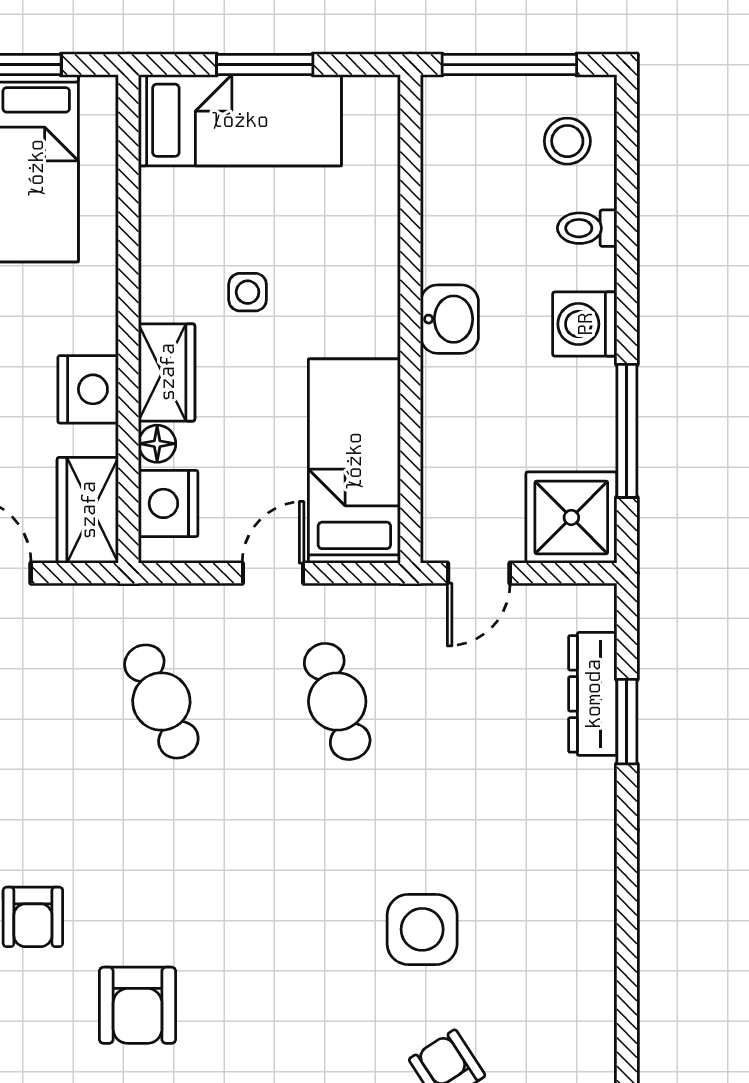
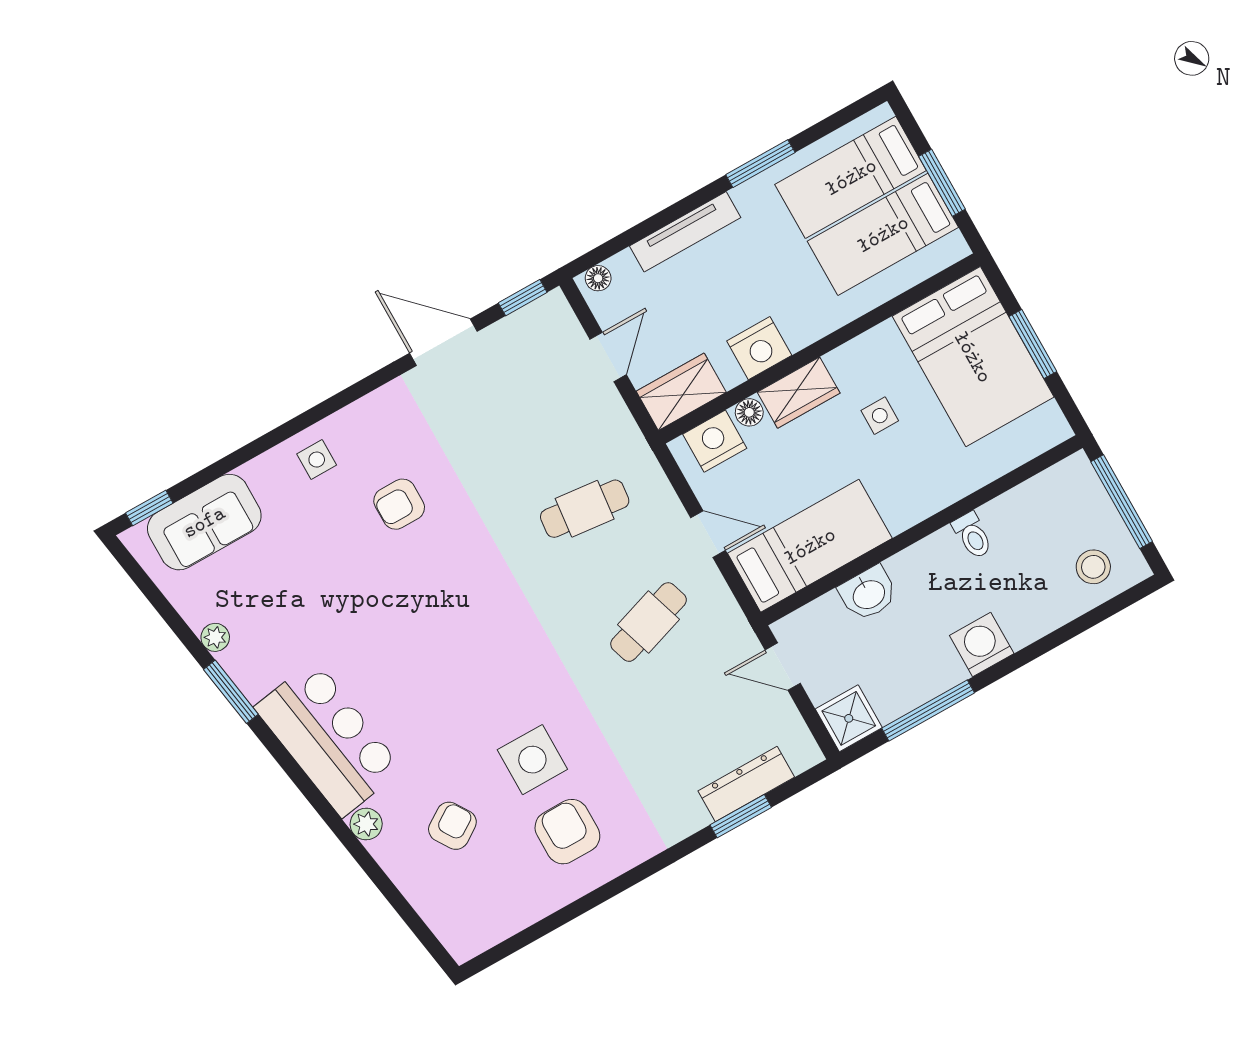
bed: (240, 120) -> (973, 357), width x1.50
toilet: (587, 228) -> (972, 535), moved, turned 180
washbasin: (449, 319) -> (868, 594), moved
shower: (571, 517) -> (849, 718), width x0.73, depth x0.73
cafe table: (161, 701) -> (585, 509), turned 30
armchair: (138, 1005) -> (567, 832), moved, turned 90

